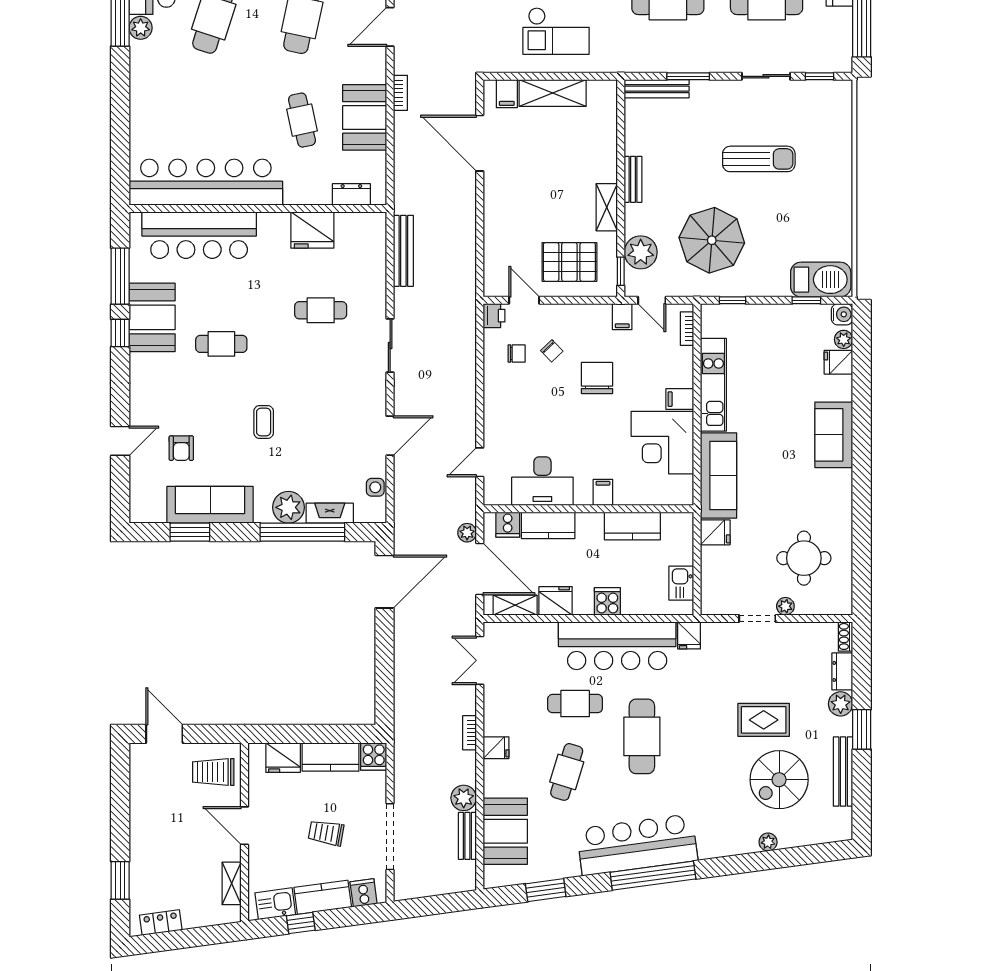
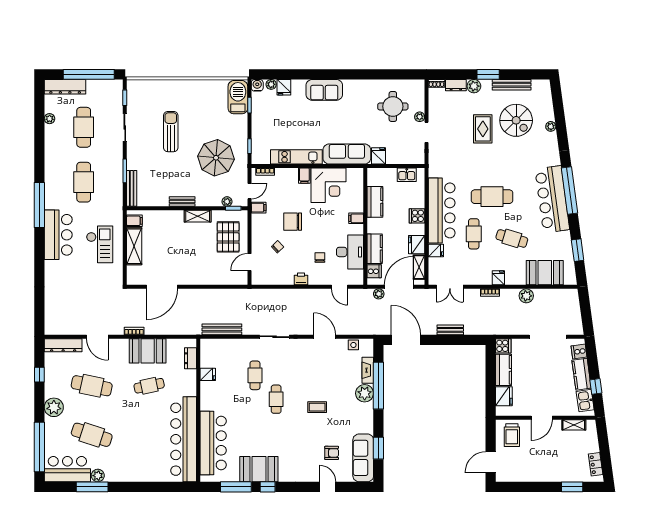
filing cabinet: (507, 94) -> (134, 221), moved
fridge: (312, 230) -> (208, 374), width x0.53, depth x0.75
plant: (641, 252) -> (227, 202), width x0.53, depth x0.53
printer: (494, 316) -> (301, 279), moved
cafe table: (221, 344) -> (276, 399), moved
chair: (517, 354) -> (320, 258), moved
sofa: (210, 505) -> (363, 458), moved
fridge: (689, 635) -> (436, 250), moved
trolley: (326, 833) -> (546, 372), removed
bench: (467, 836) -> (450, 330), moved

